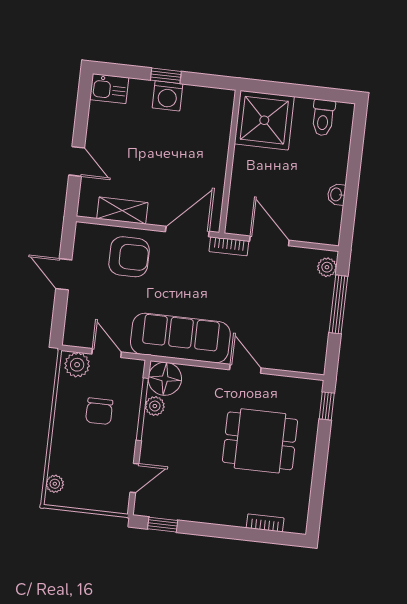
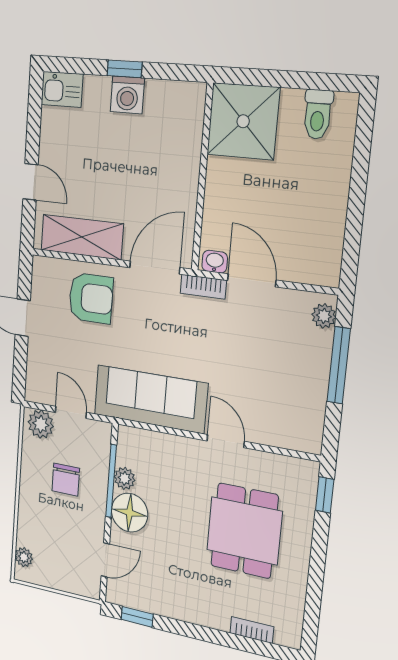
washbasin: (337, 194) -> (215, 262), moved, turned 90
shelving: (122, 211) -> (82, 237), width x1.50, depth x1.33
floor lamp: (165, 379) -> (130, 513), moved
dining table: (260, 441) -> (244, 531), turned 90

